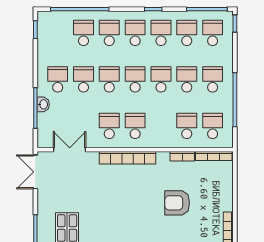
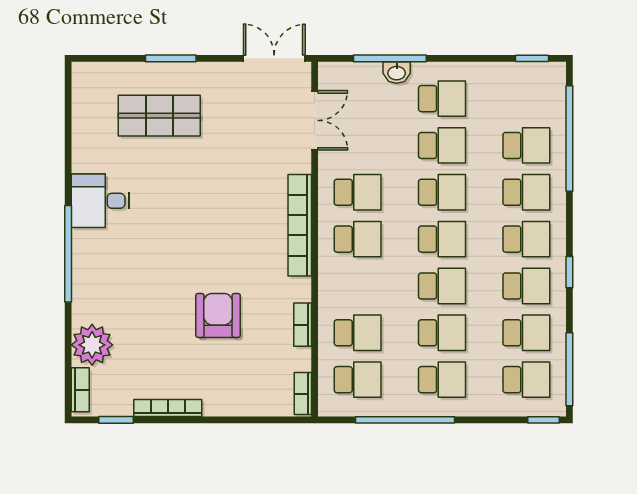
bookcase: (214, 156) -> (303, 394), width x0.64

